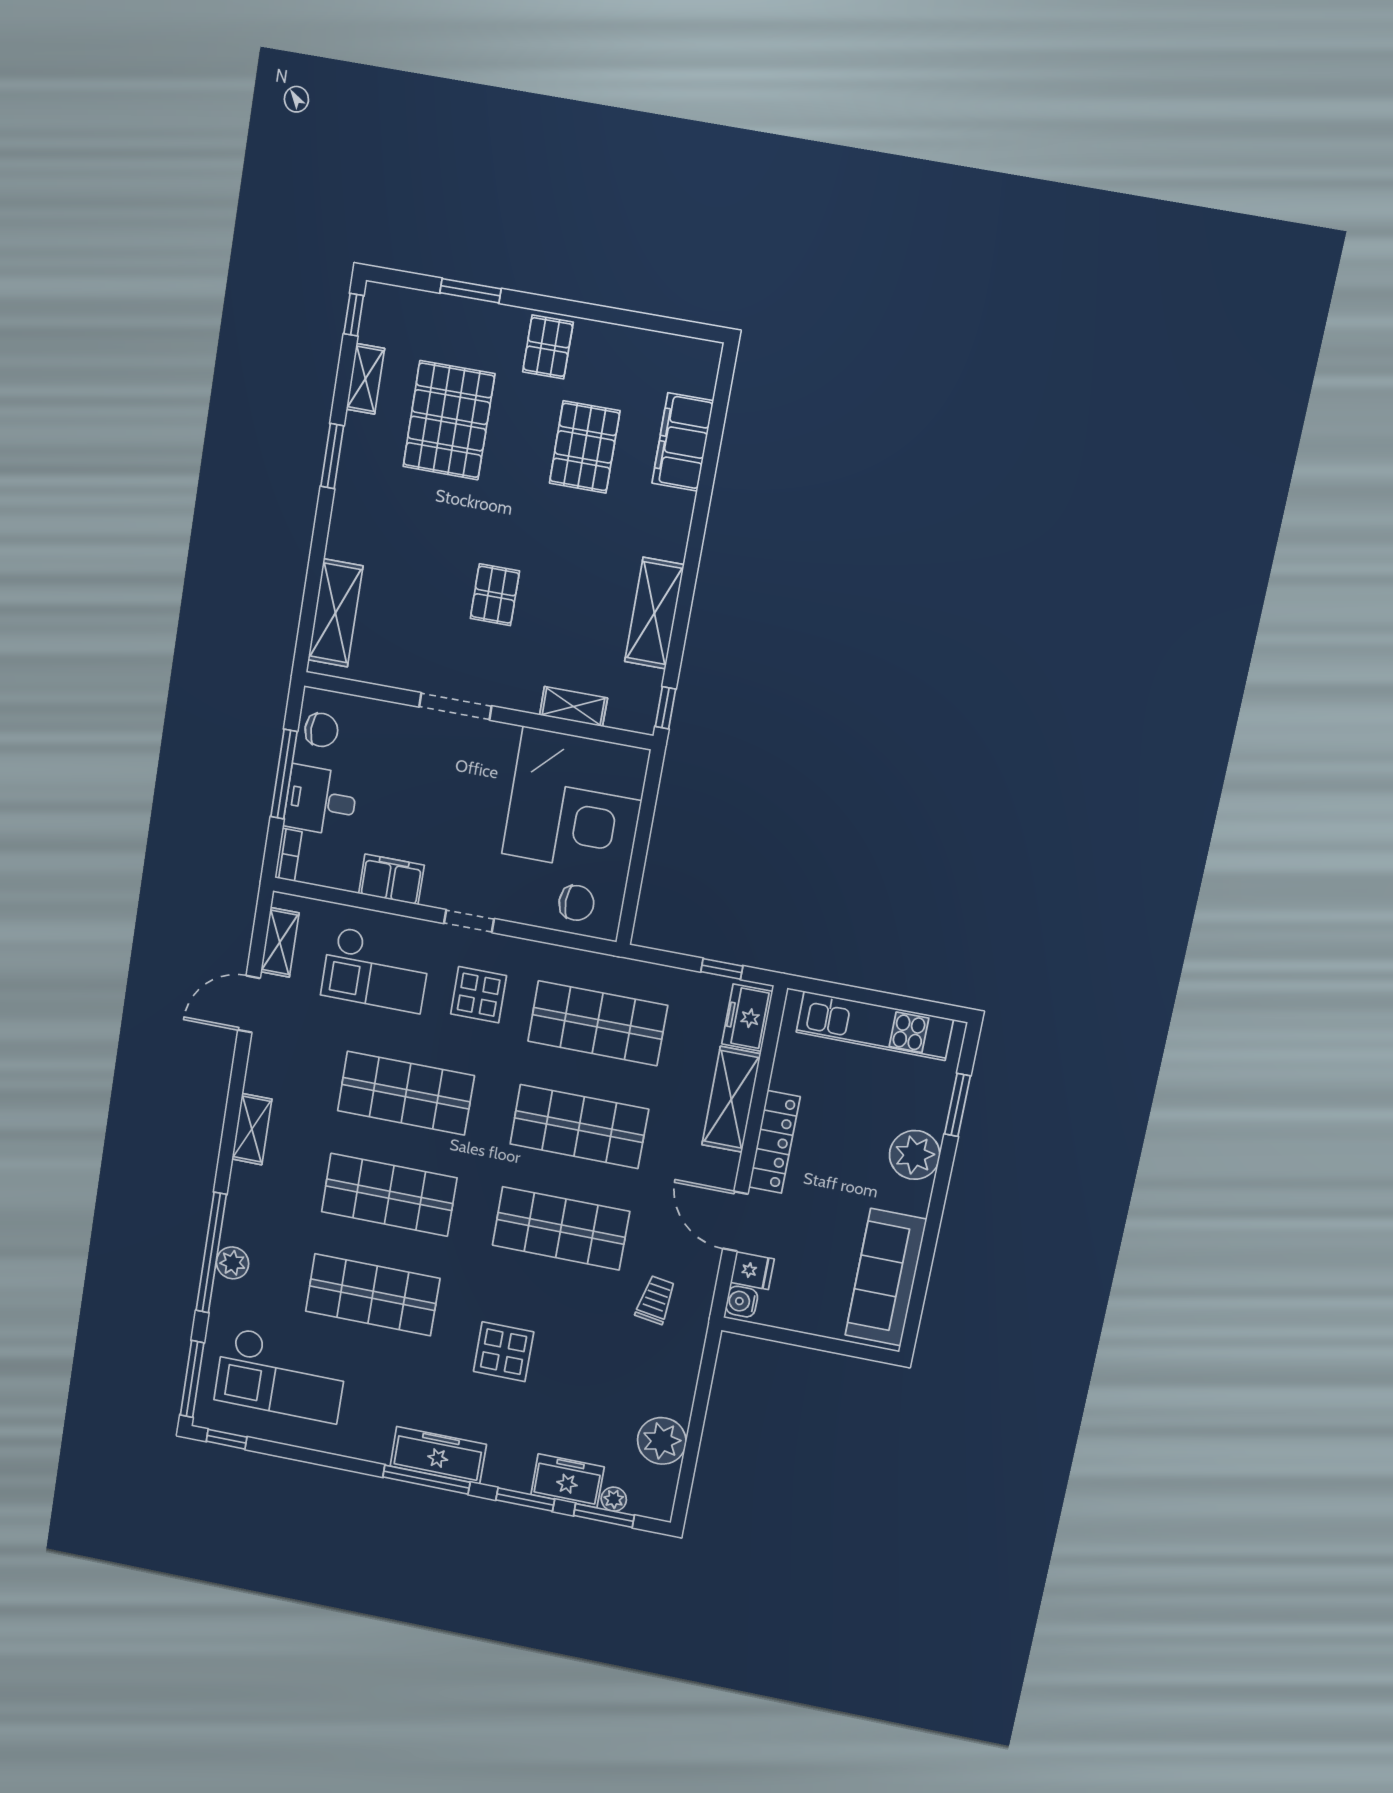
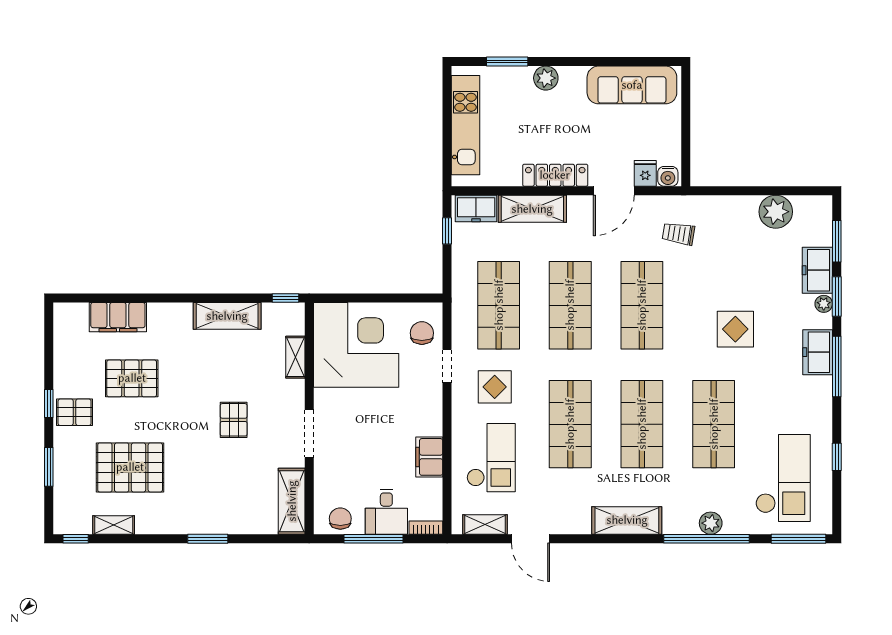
window: (568, 308) -> (49, 404), added
window: (332, 456) -> (208, 539), moved
pallet: (495, 595) -> (234, 420), turned 90
shelving: (335, 613) -> (292, 501), moved, turned 90
doorway: (469, 921) -> (447, 366), moved
shelving: (252, 1129) -> (627, 520), width x1.50, depth x1.33
plant: (915, 1155) -> (546, 78), width x0.73, depth x0.73
window: (227, 1439) -> (837, 457), moved
freezer: (438, 1455) -> (818, 352), width x0.71
plant: (614, 1499) -> (824, 304), moved

